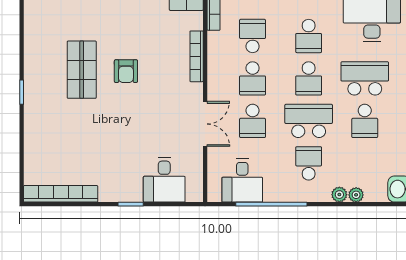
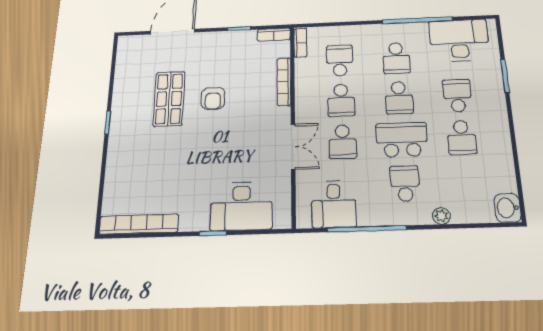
school desk: (365, 78) -> (457, 96), width x0.54
desk: (164, 180) -> (241, 206), width x1.37
plant: (356, 195) -> (460, 216), removed

